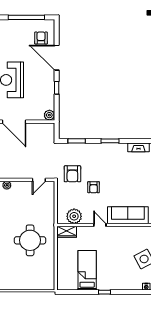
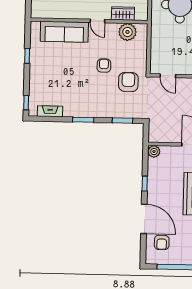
door: (39, 180) -> (168, 76), swing flipped
wardrobe: (67, 232) -> (123, 14), moved

